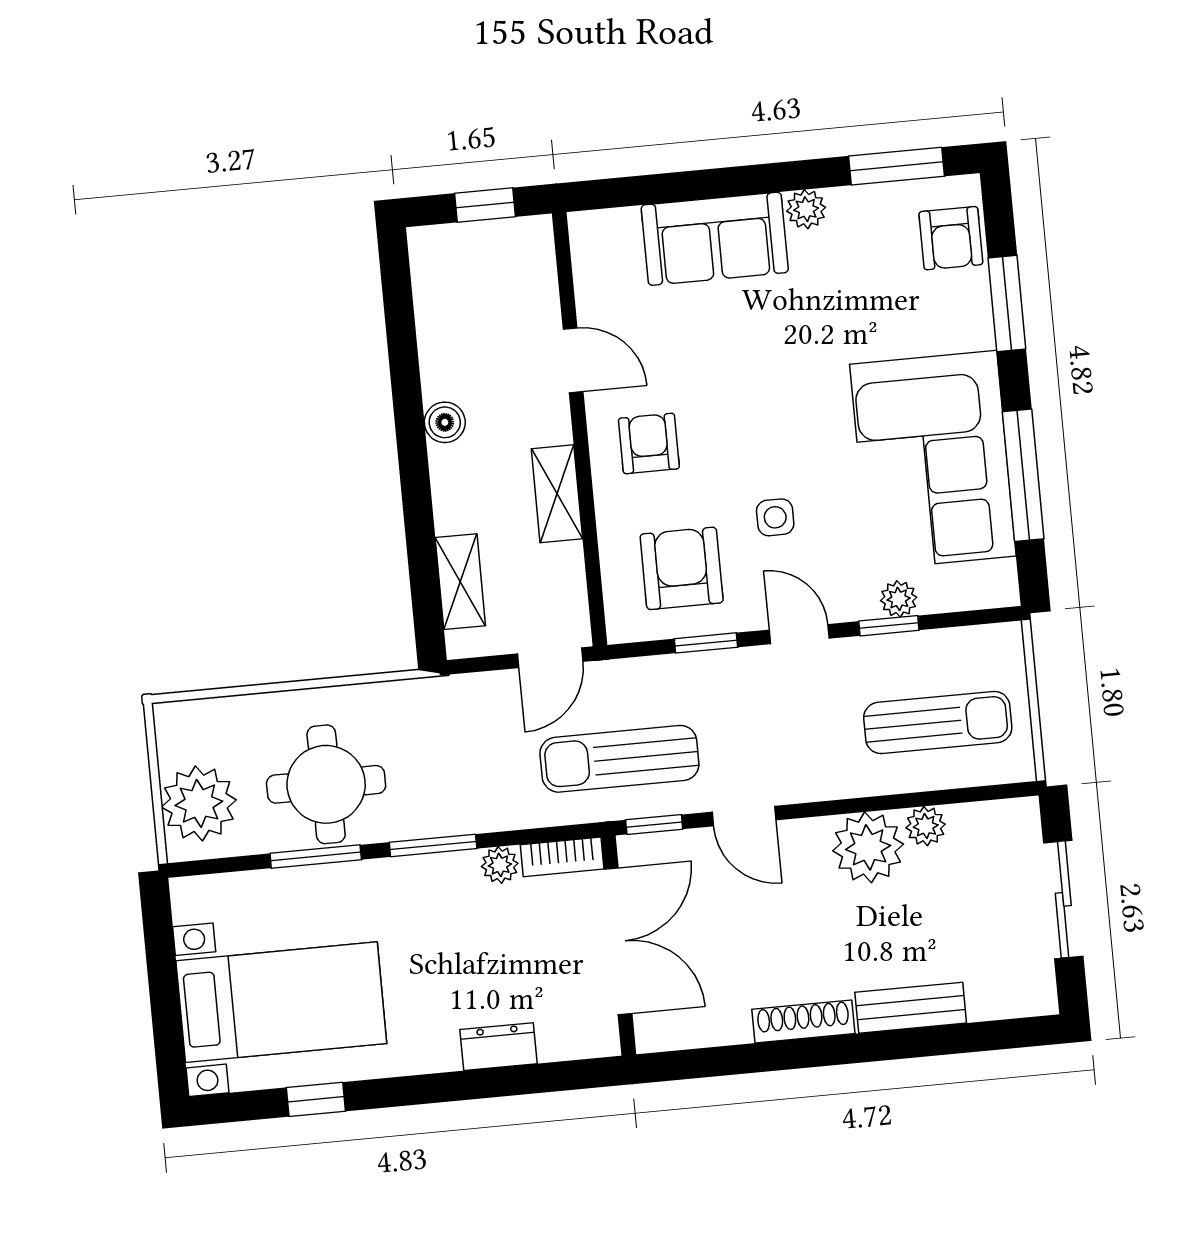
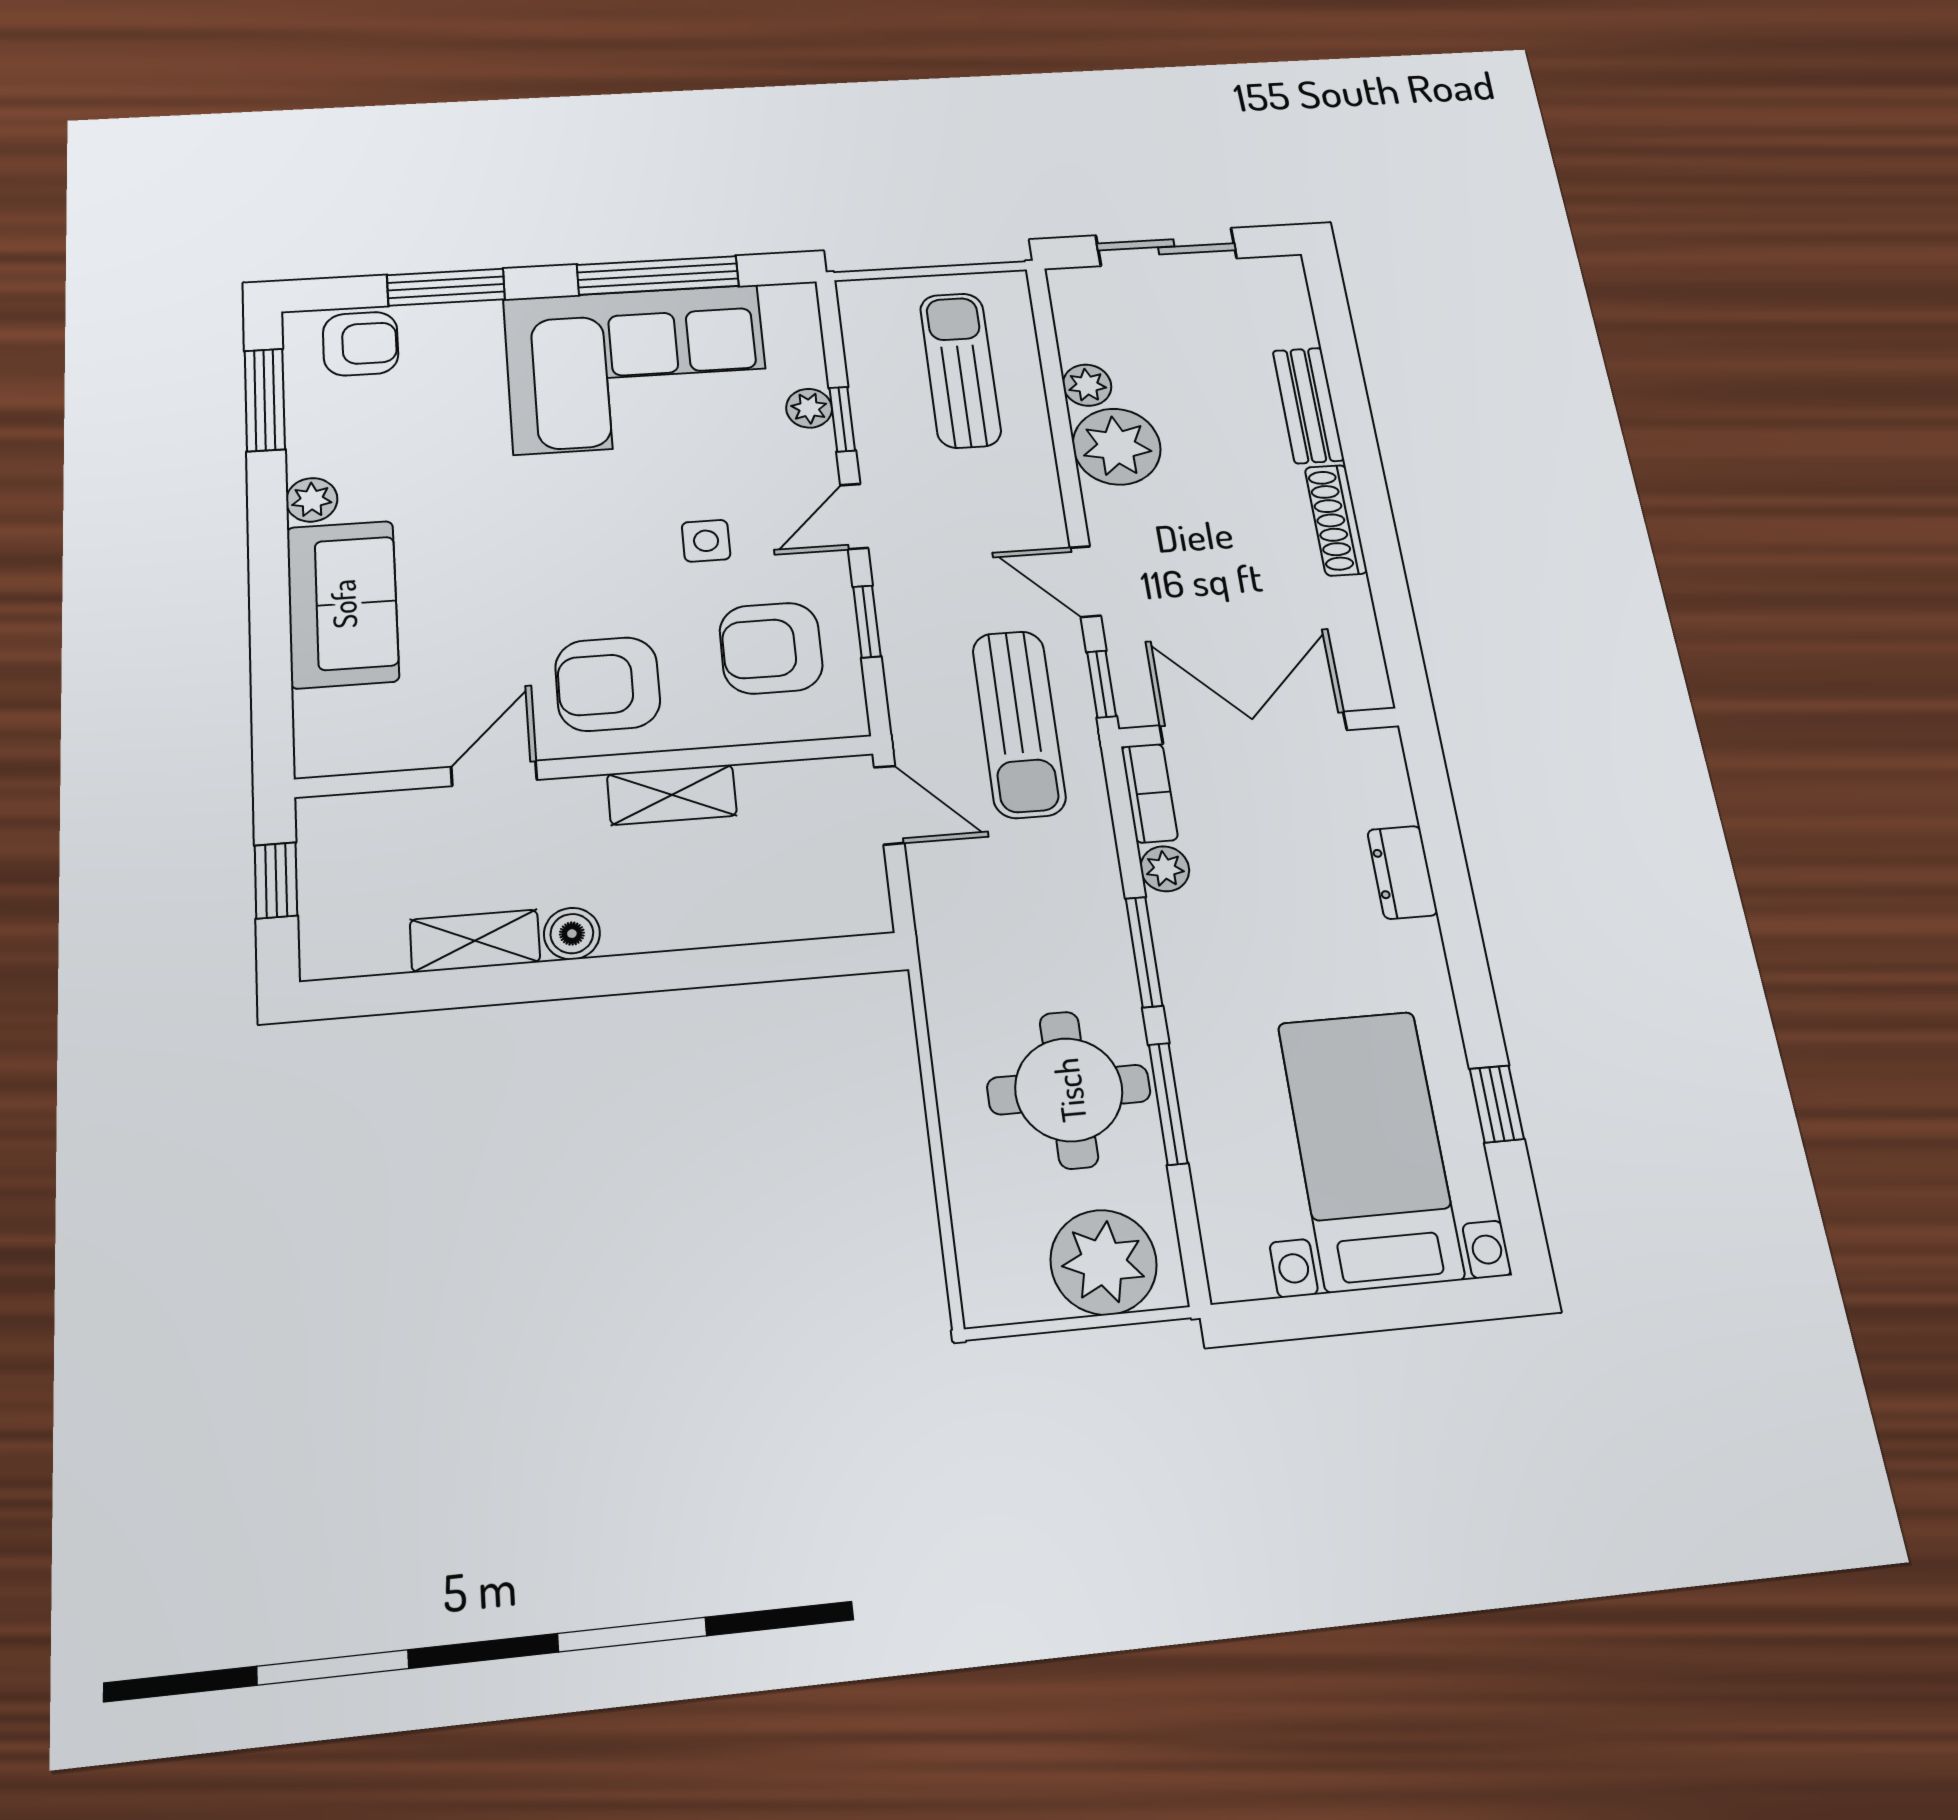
armchair: (649, 443) -> (608, 684), width x1.38, depth x1.38
shelving: (460, 582) -> (475, 941), moved
door: (744, 816) -> (1085, 582), swing flipped

